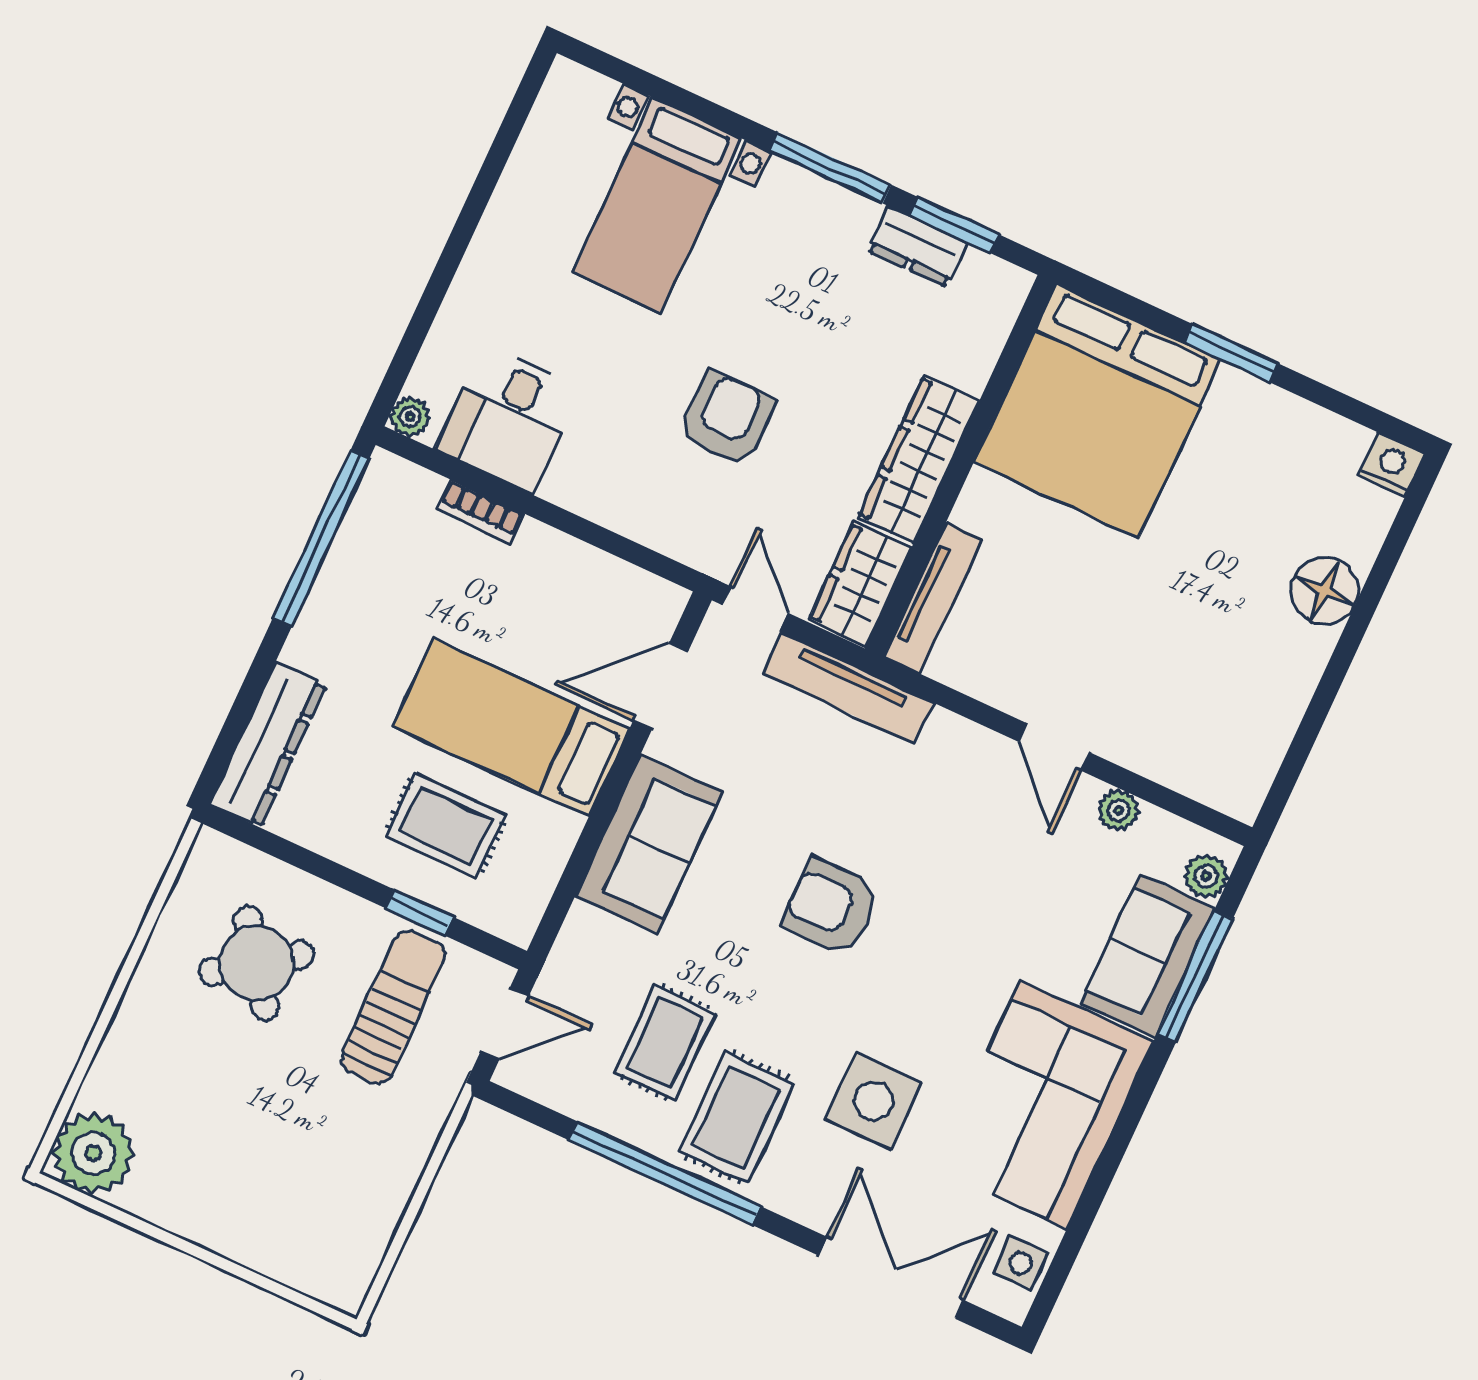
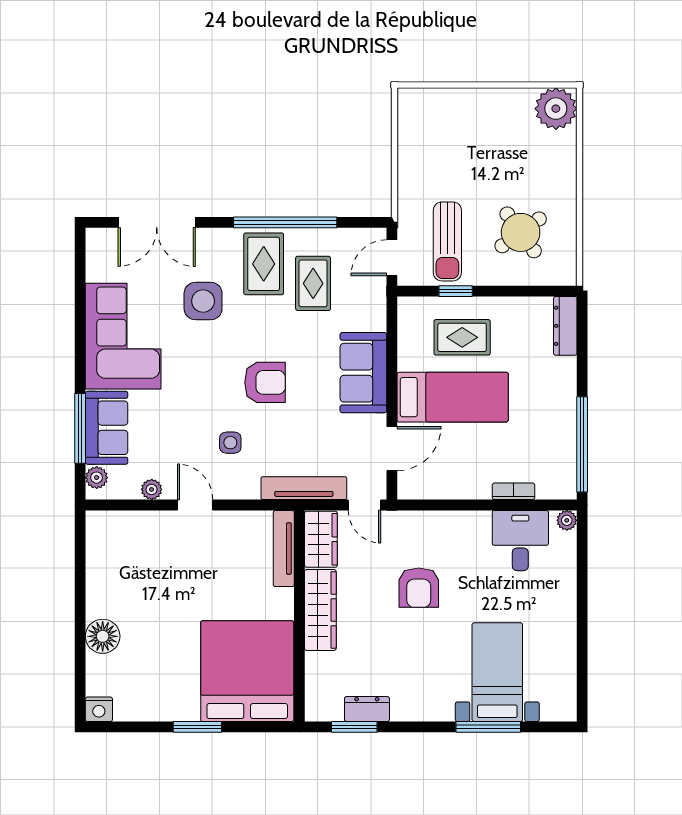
window: (830, 168) -> (488, 727), moved
dresser: (268, 745) -> (565, 326), width x0.73, depth x0.80
side table: (1021, 1263) -> (230, 443), moved

